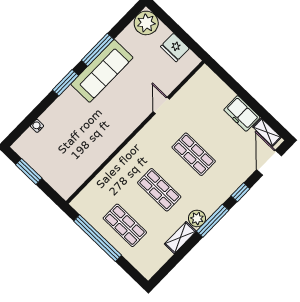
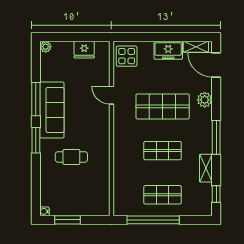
plant: (146, 23) -> (46, 47), width x0.53, depth x0.53
display table: (204, 86) -> (127, 56), added
cafe table: (81, 124) -> (71, 157), added
water cooler: (37, 126) -> (44, 211), moved
shop shelf: (194, 154) -> (163, 106), width x1.43, depth x1.36
window: (240, 192) -> (216, 194), moved
plant: (197, 218) -> (205, 100), moved

